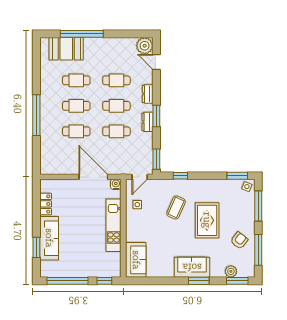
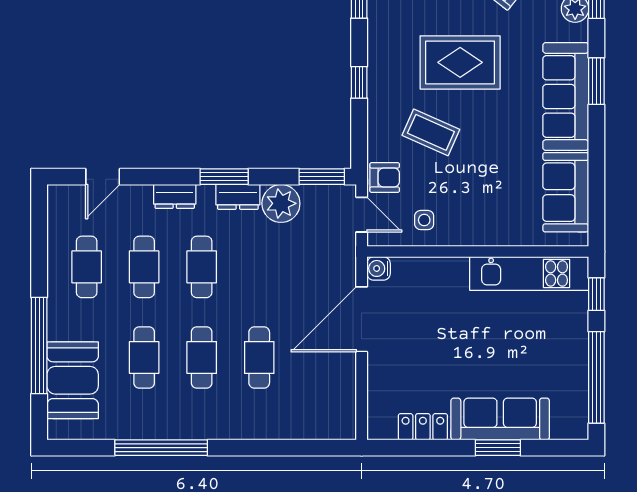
plant: (145, 46) -> (281, 203), moved
window: (36, 115) -> (161, 448), moved
cafe table: (116, 131) -> (87, 267), moved
window: (180, 176) -> (359, 82), moved
armchair: (156, 187) -> (385, 177), added
kitchen unit: (114, 225) -> (529, 273), moved
window: (36, 247) -> (498, 448), moved
sofa: (136, 260) -> (566, 192), moved, turned -90
sofa: (192, 267) -> (566, 96), width x1.36

